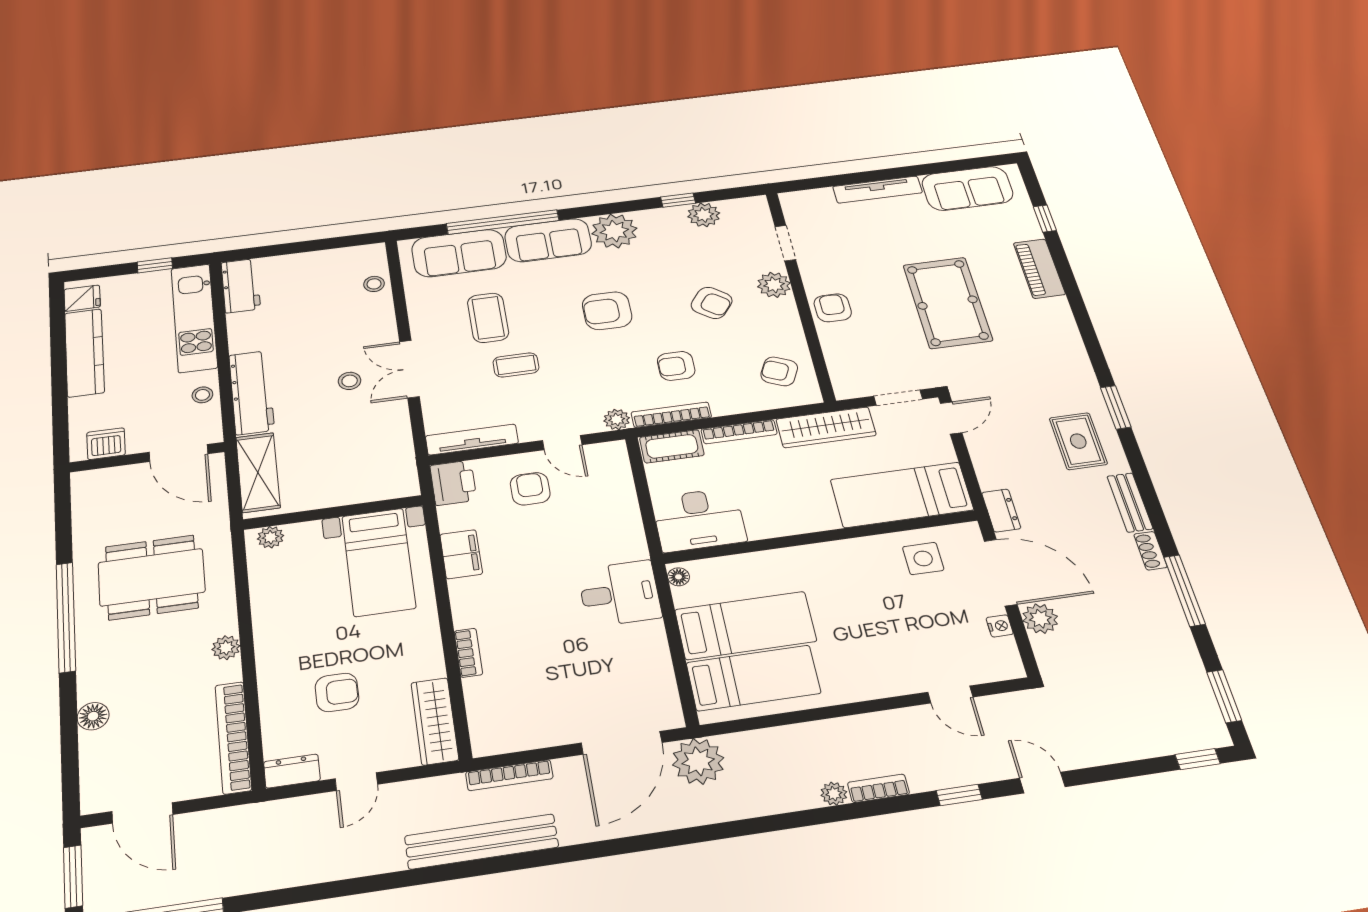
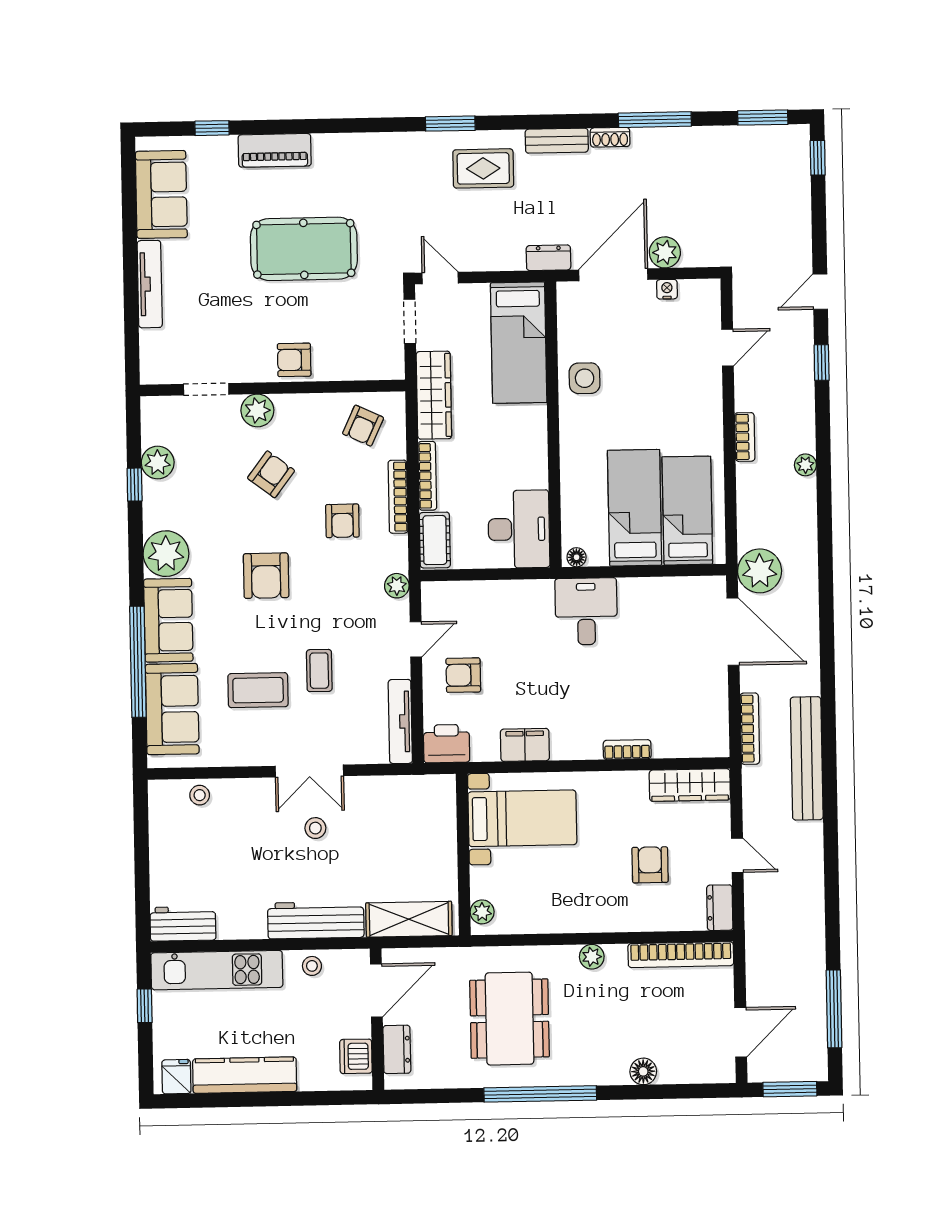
bookcase: (671, 415) -> (398, 497), moved
dresser: (114, 479) -> (397, 1049), added
side table: (923, 558) -> (585, 378), moved
bookcase: (878, 788) -> (745, 437), moved, turned 180

